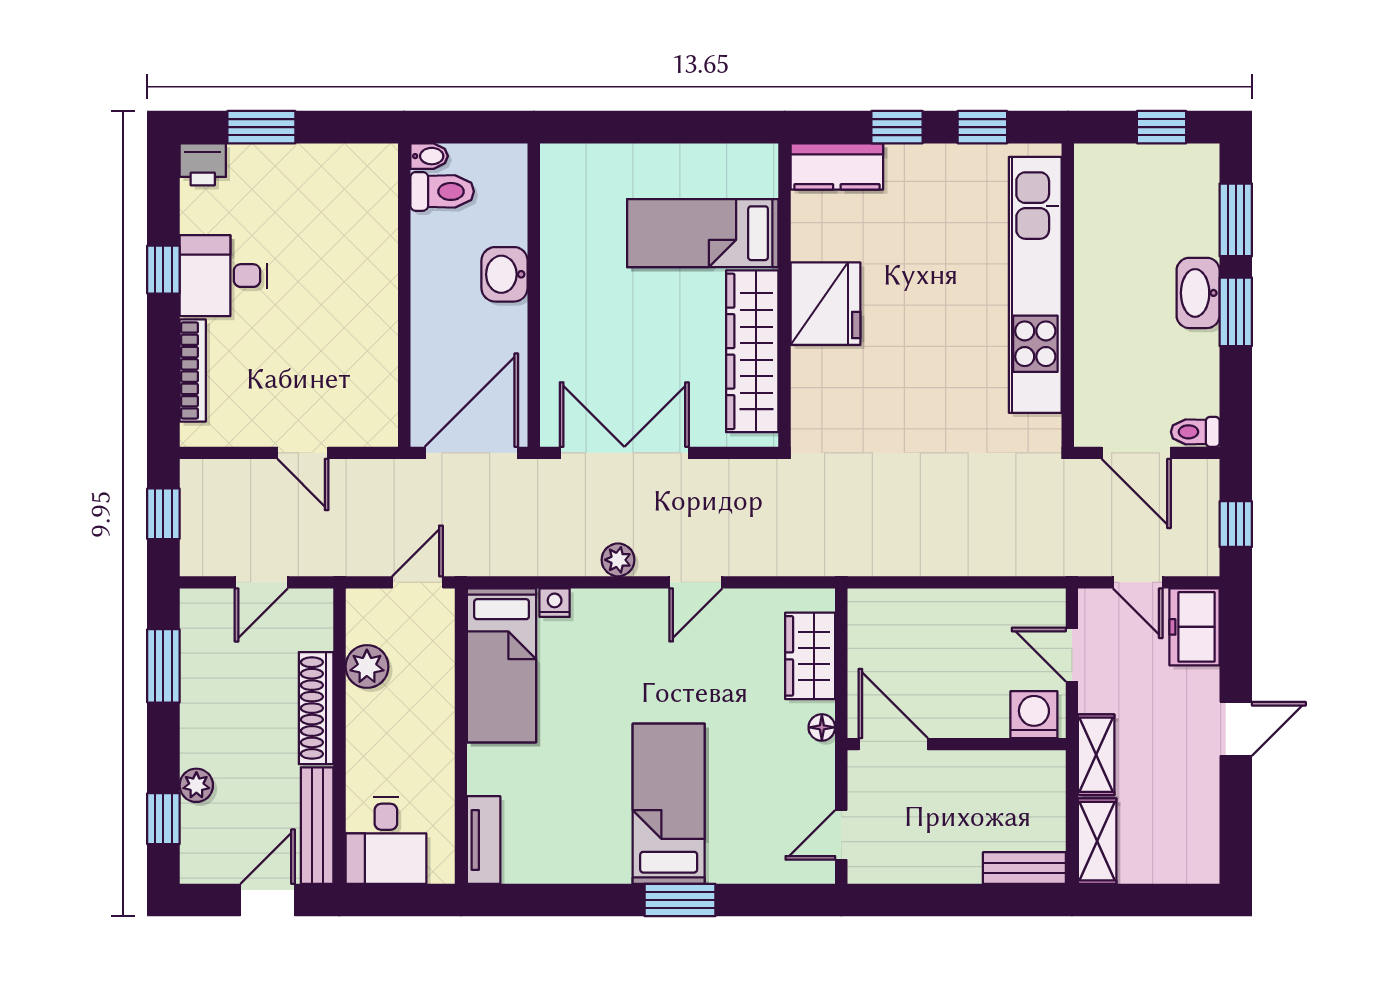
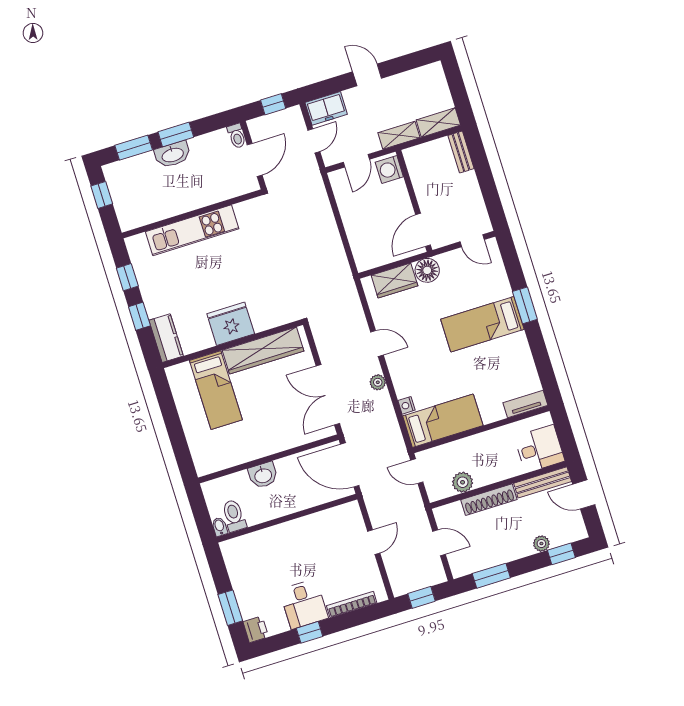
kitchen unit: (1035, 285) -> (192, 230), width x0.73
floor lamp: (822, 727) -> (427, 270), width x1.89, depth x1.89

